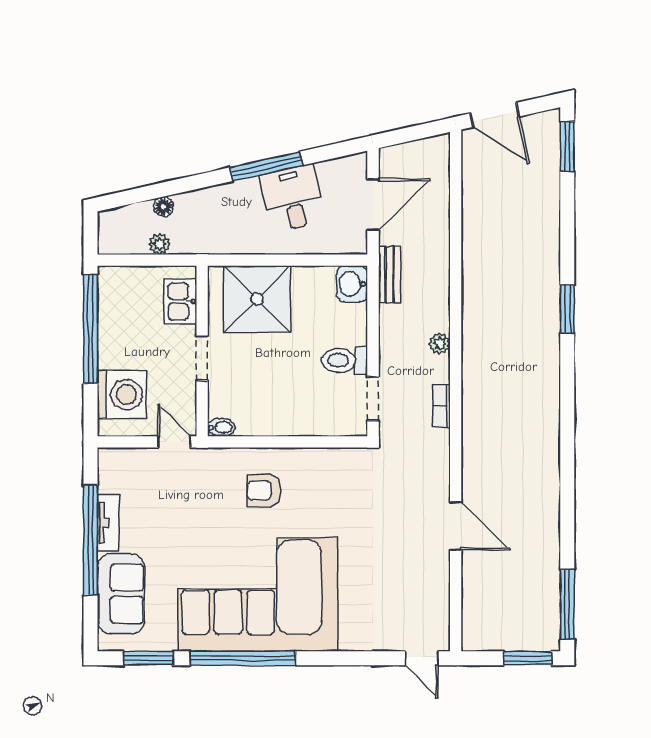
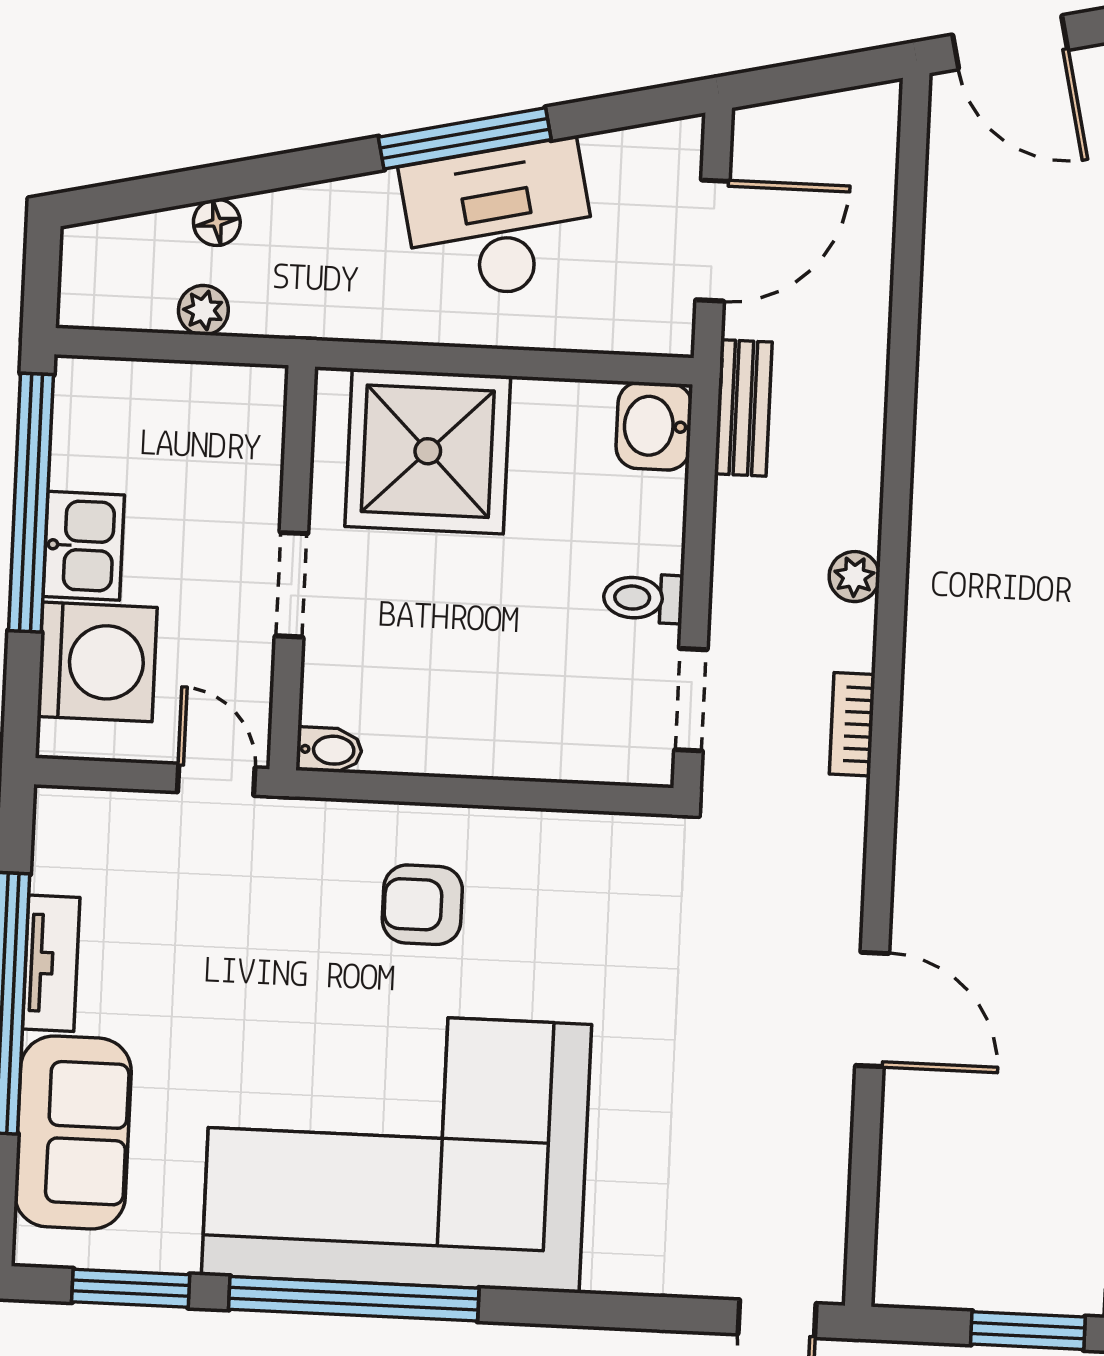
desk: (293, 198) -> (499, 221), width x1.37
kitchen sink: (180, 301) -> (84, 546), moved, turned 180
toilet: (344, 361) -> (643, 598), width x0.73, depth x0.72

